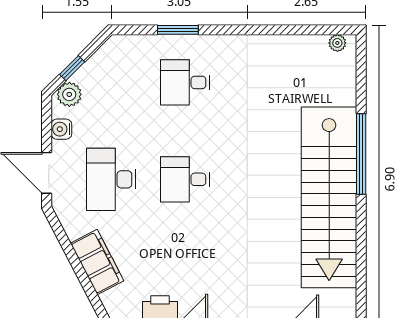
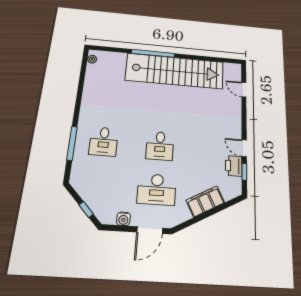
window: (178, 30) -> (72, 143), width x1.44
plant: (69, 94) -> (102, 212), removed

